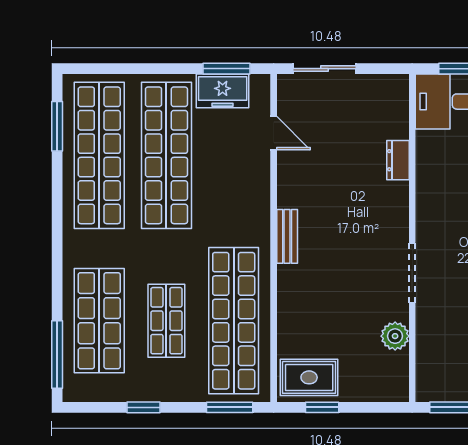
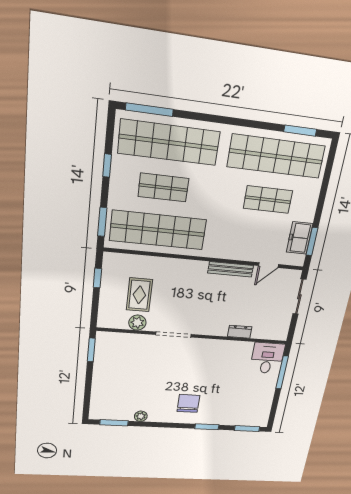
shop shelf: (166, 155) -> (268, 200), width x0.50, depth x0.74
bench: (287, 236) -> (231, 269), moved, width x1.36
shop shelf: (99, 321) -> (169, 142), width x1.40
rug: (309, 377) -> (139, 295), moved

